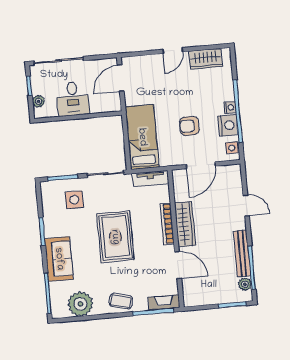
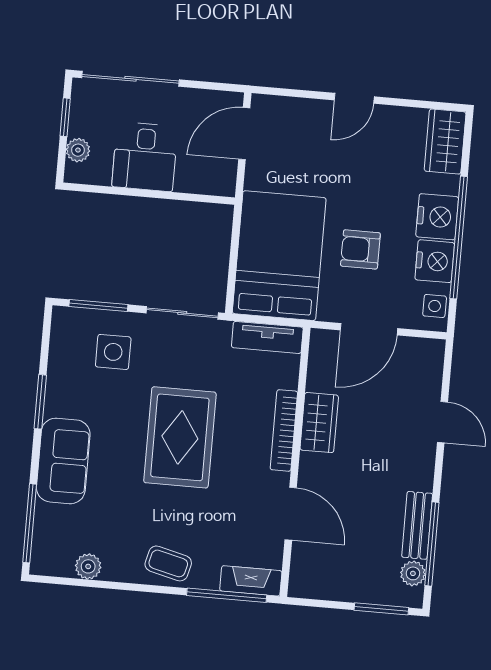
wardrobe: (206, 59) -> (445, 142), moved, turned 90
nightstand: (230, 107) -> (437, 217), width x1.89, depth x1.79
bed: (142, 137) -> (279, 256), width x1.50
wardrobe: (185, 224) -> (319, 423), width x0.67
bench: (242, 253) -> (417, 525), width x0.73
plant: (80, 304) -> (88, 566), width x0.53, depth x0.53

